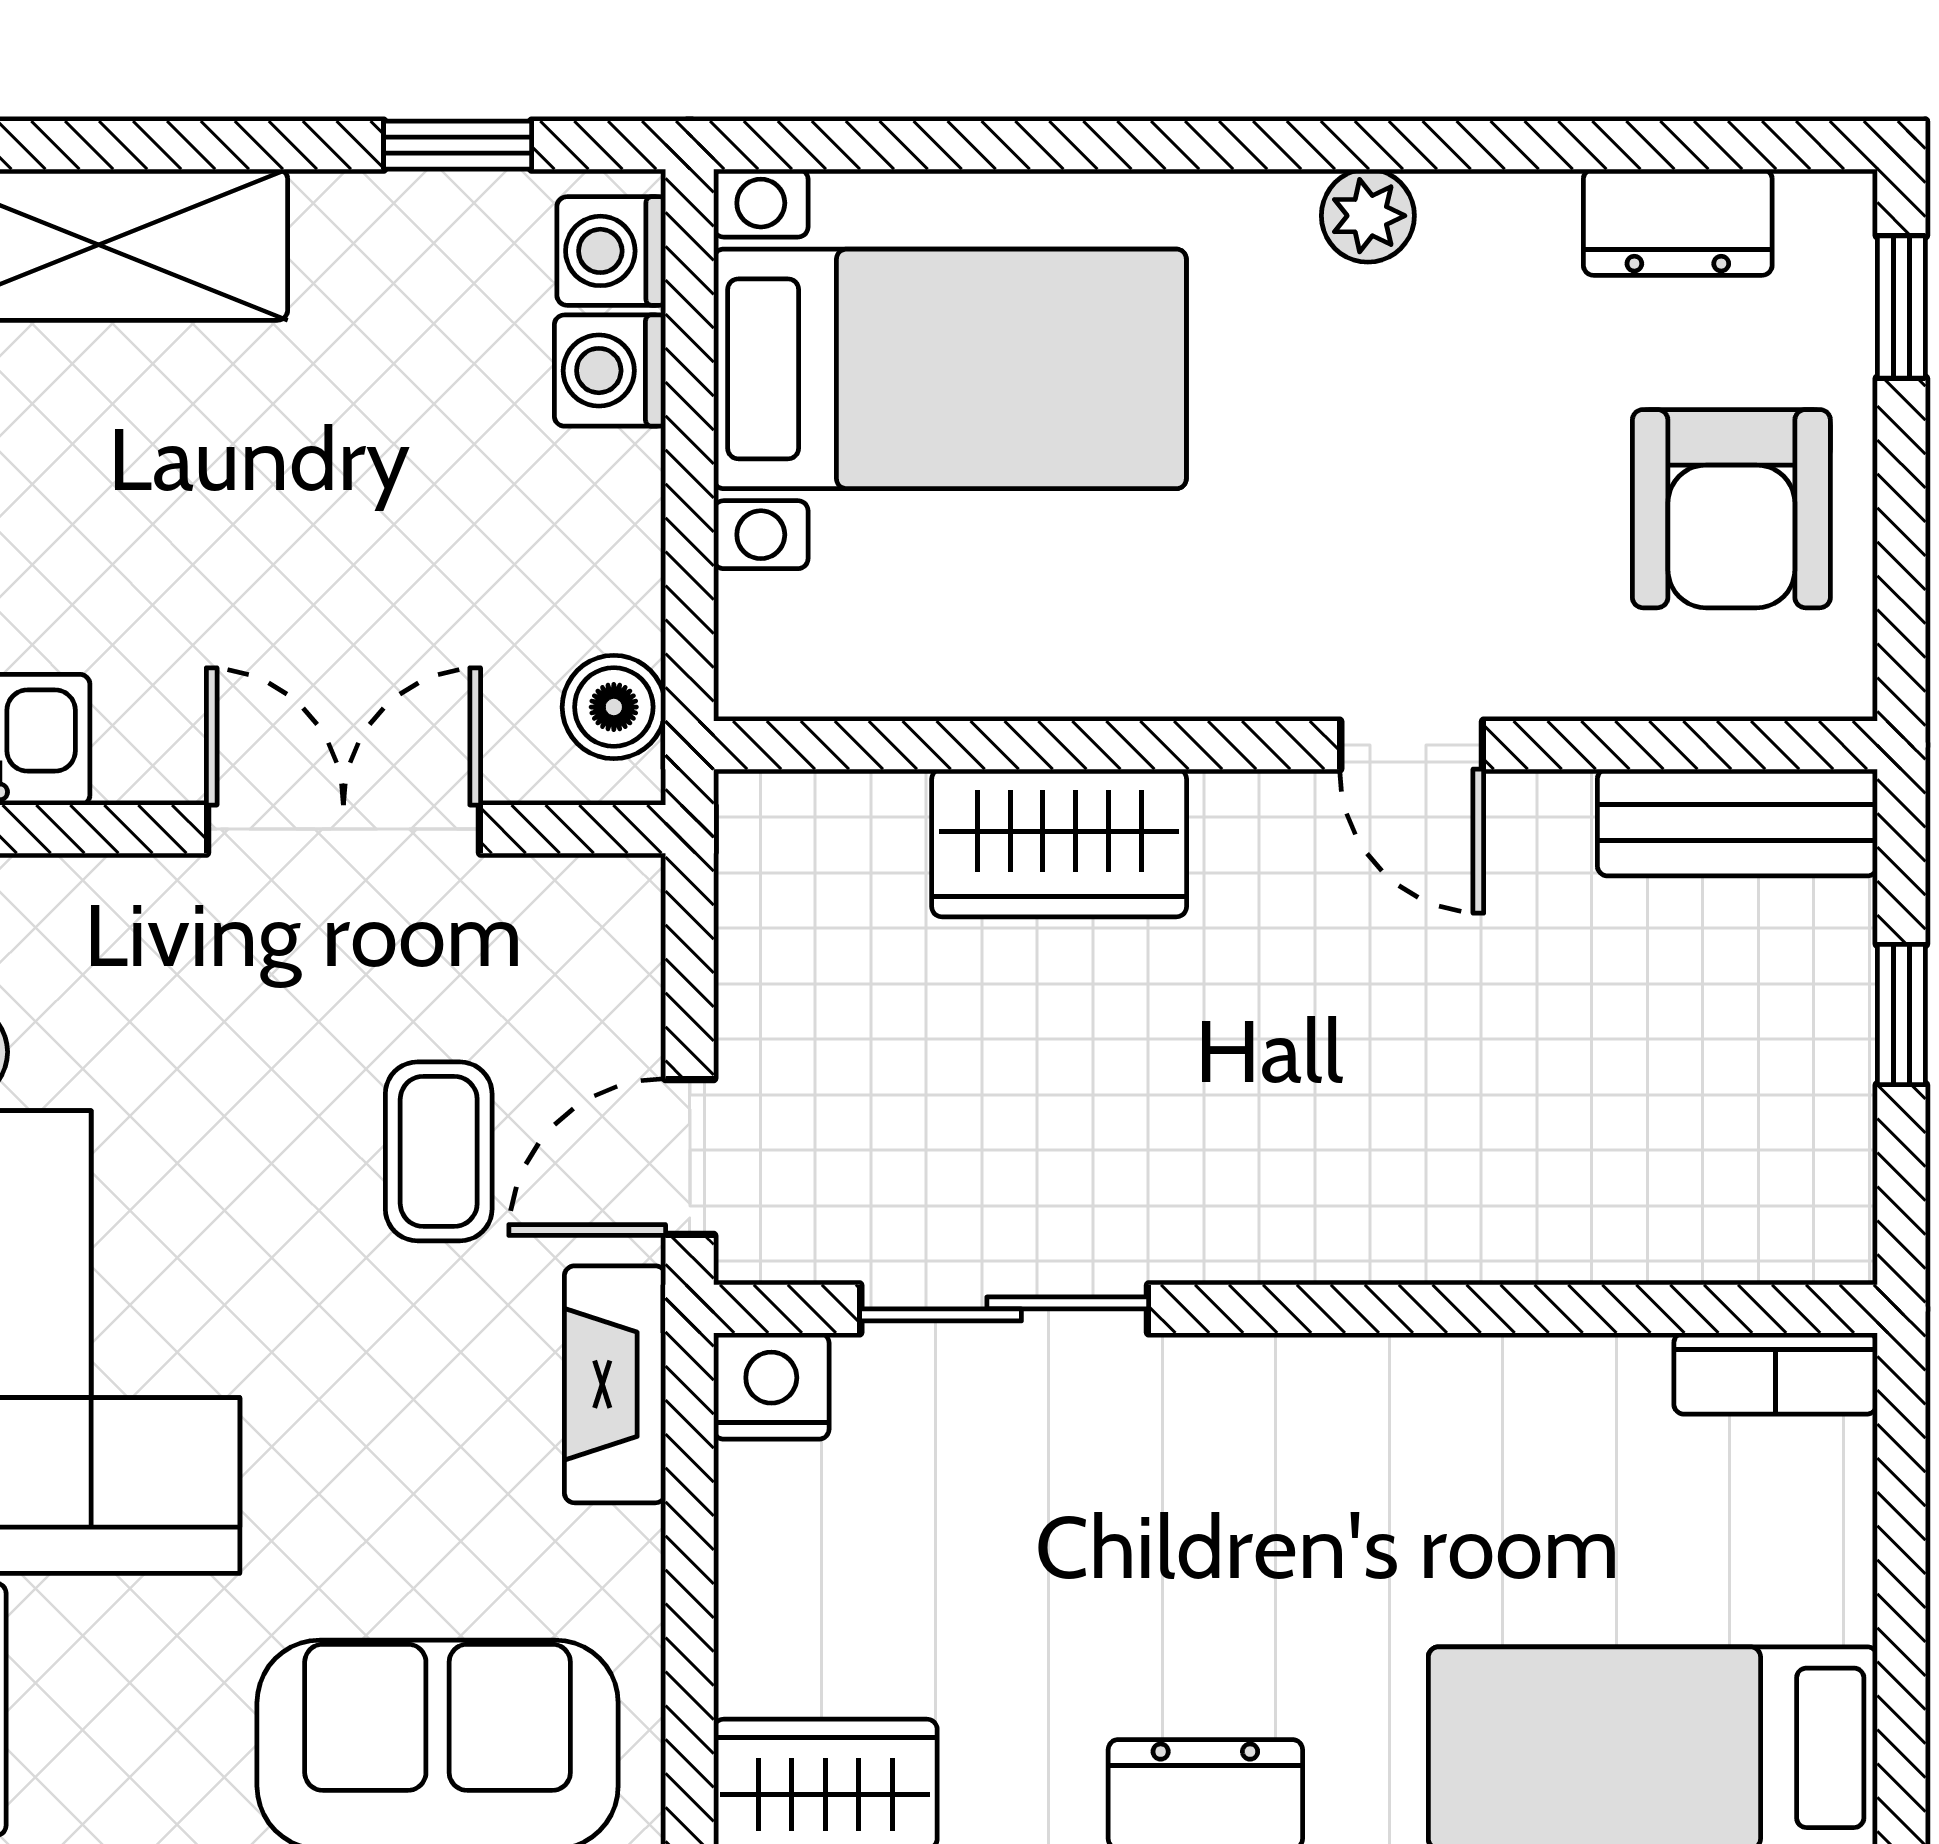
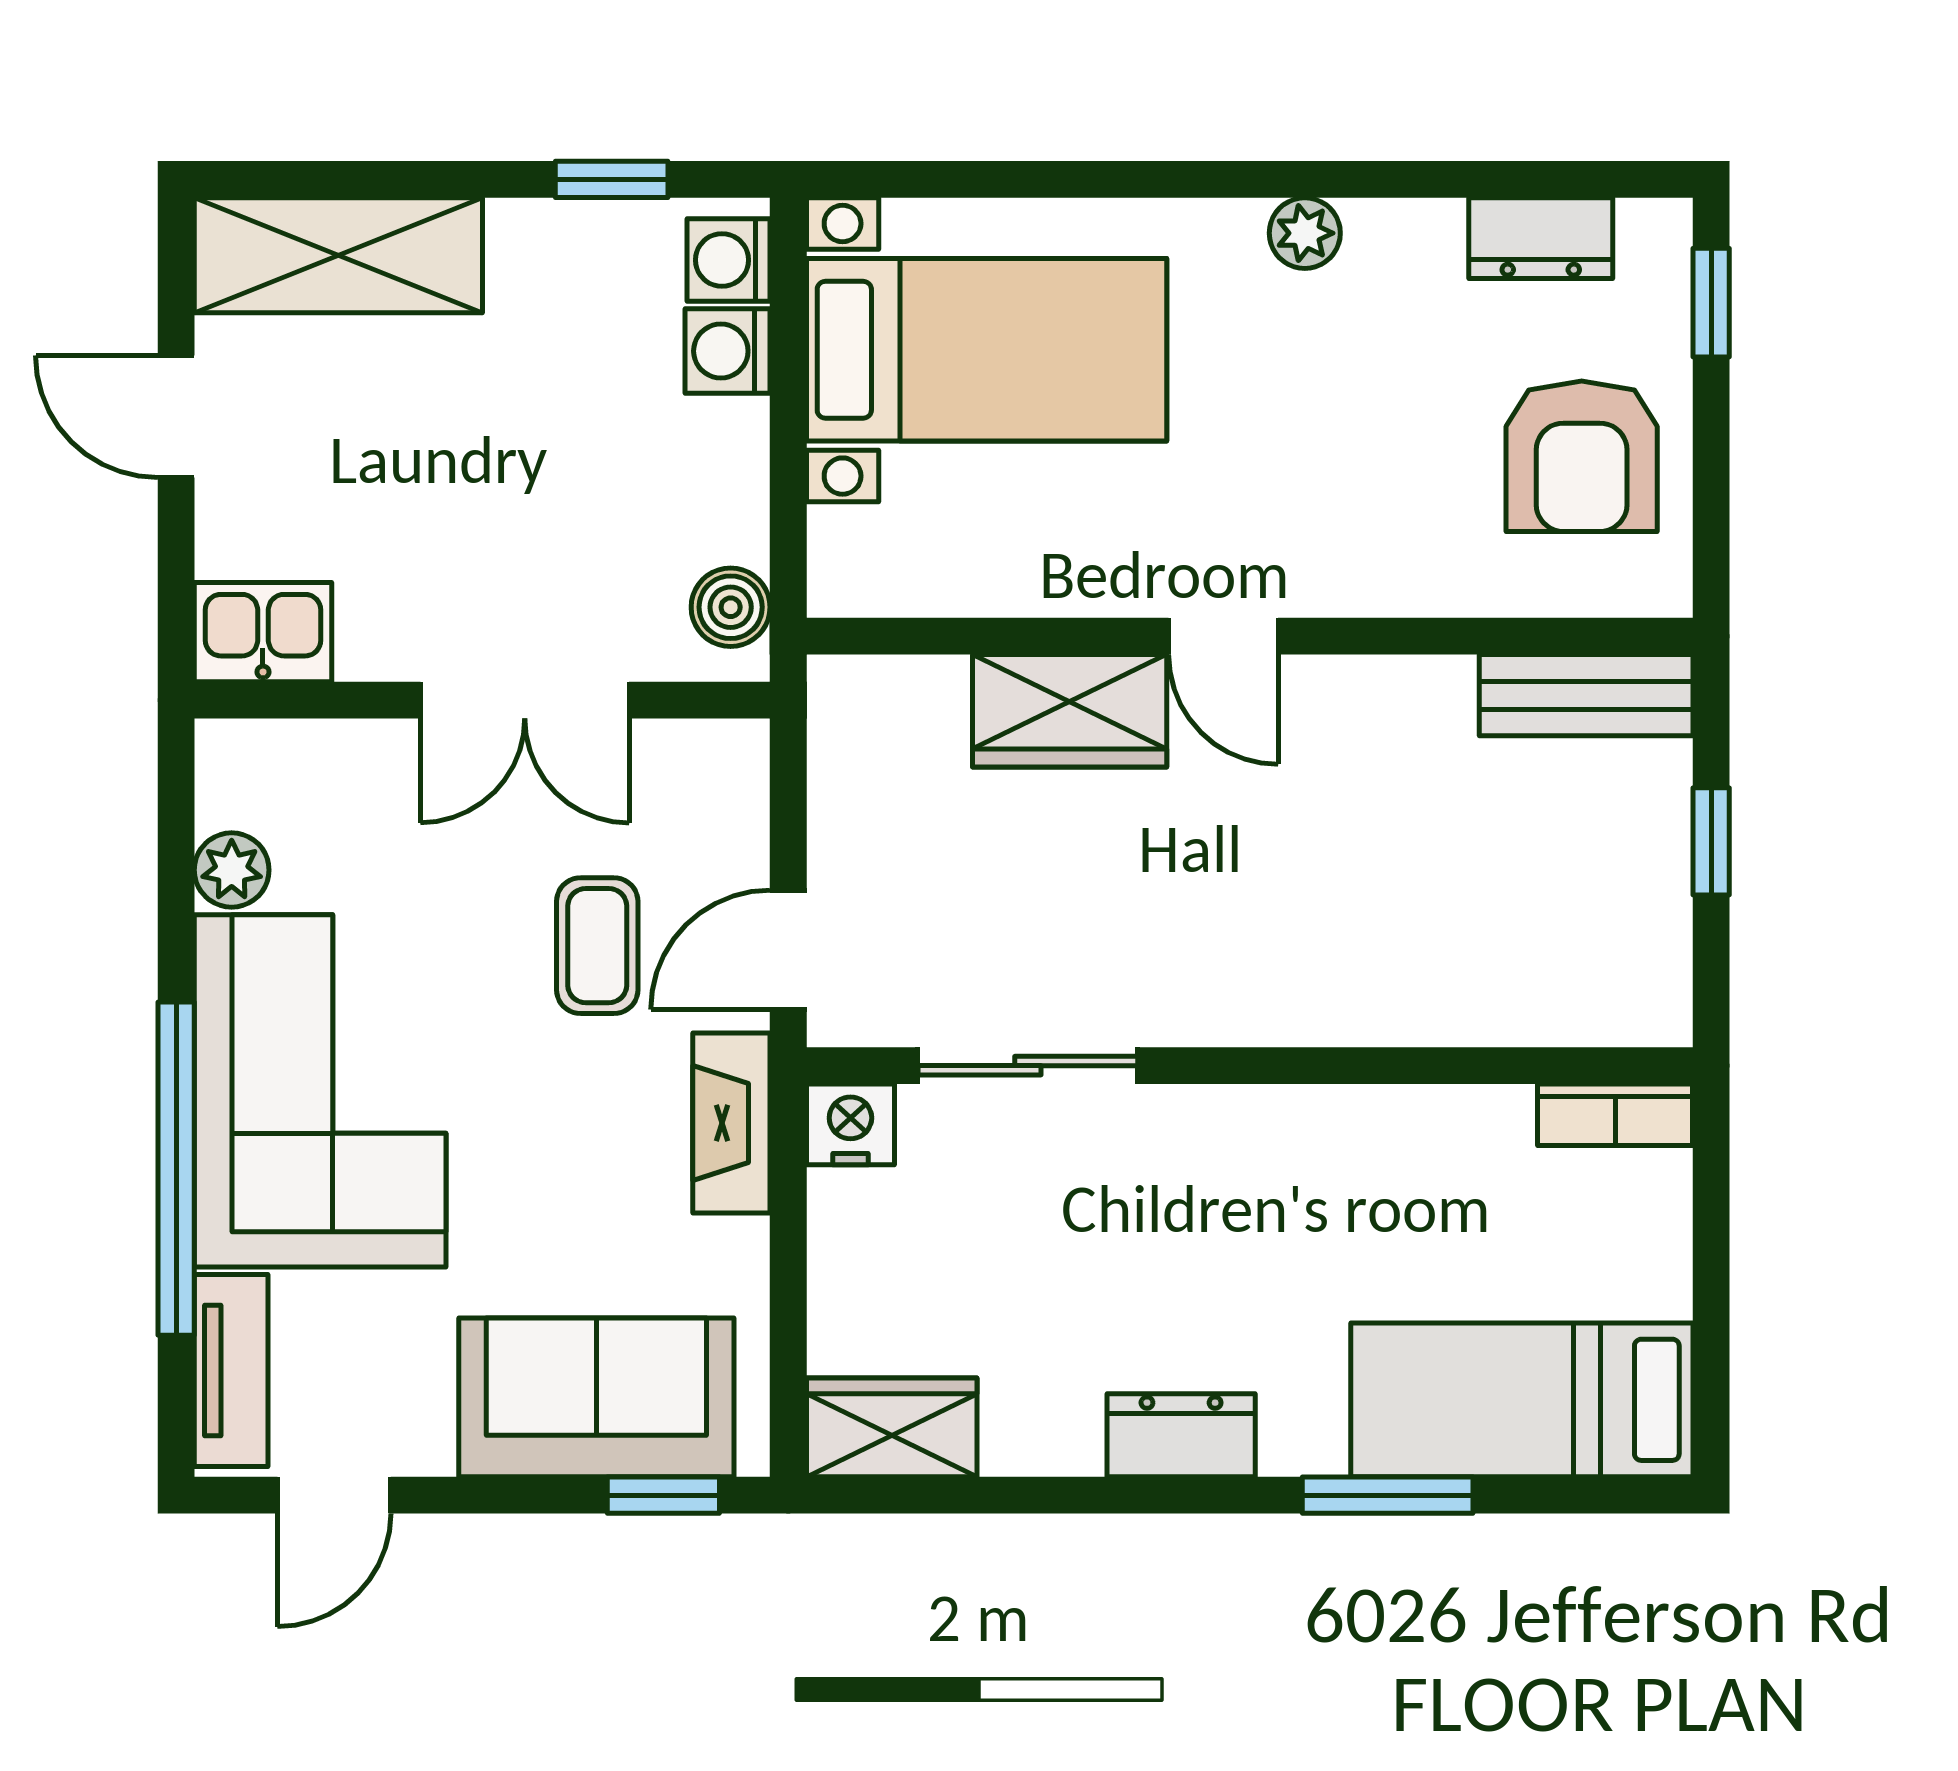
door: (1412, 745) -> (1223, 636), moved
double door: (343, 829) -> (525, 700), swing flipped

